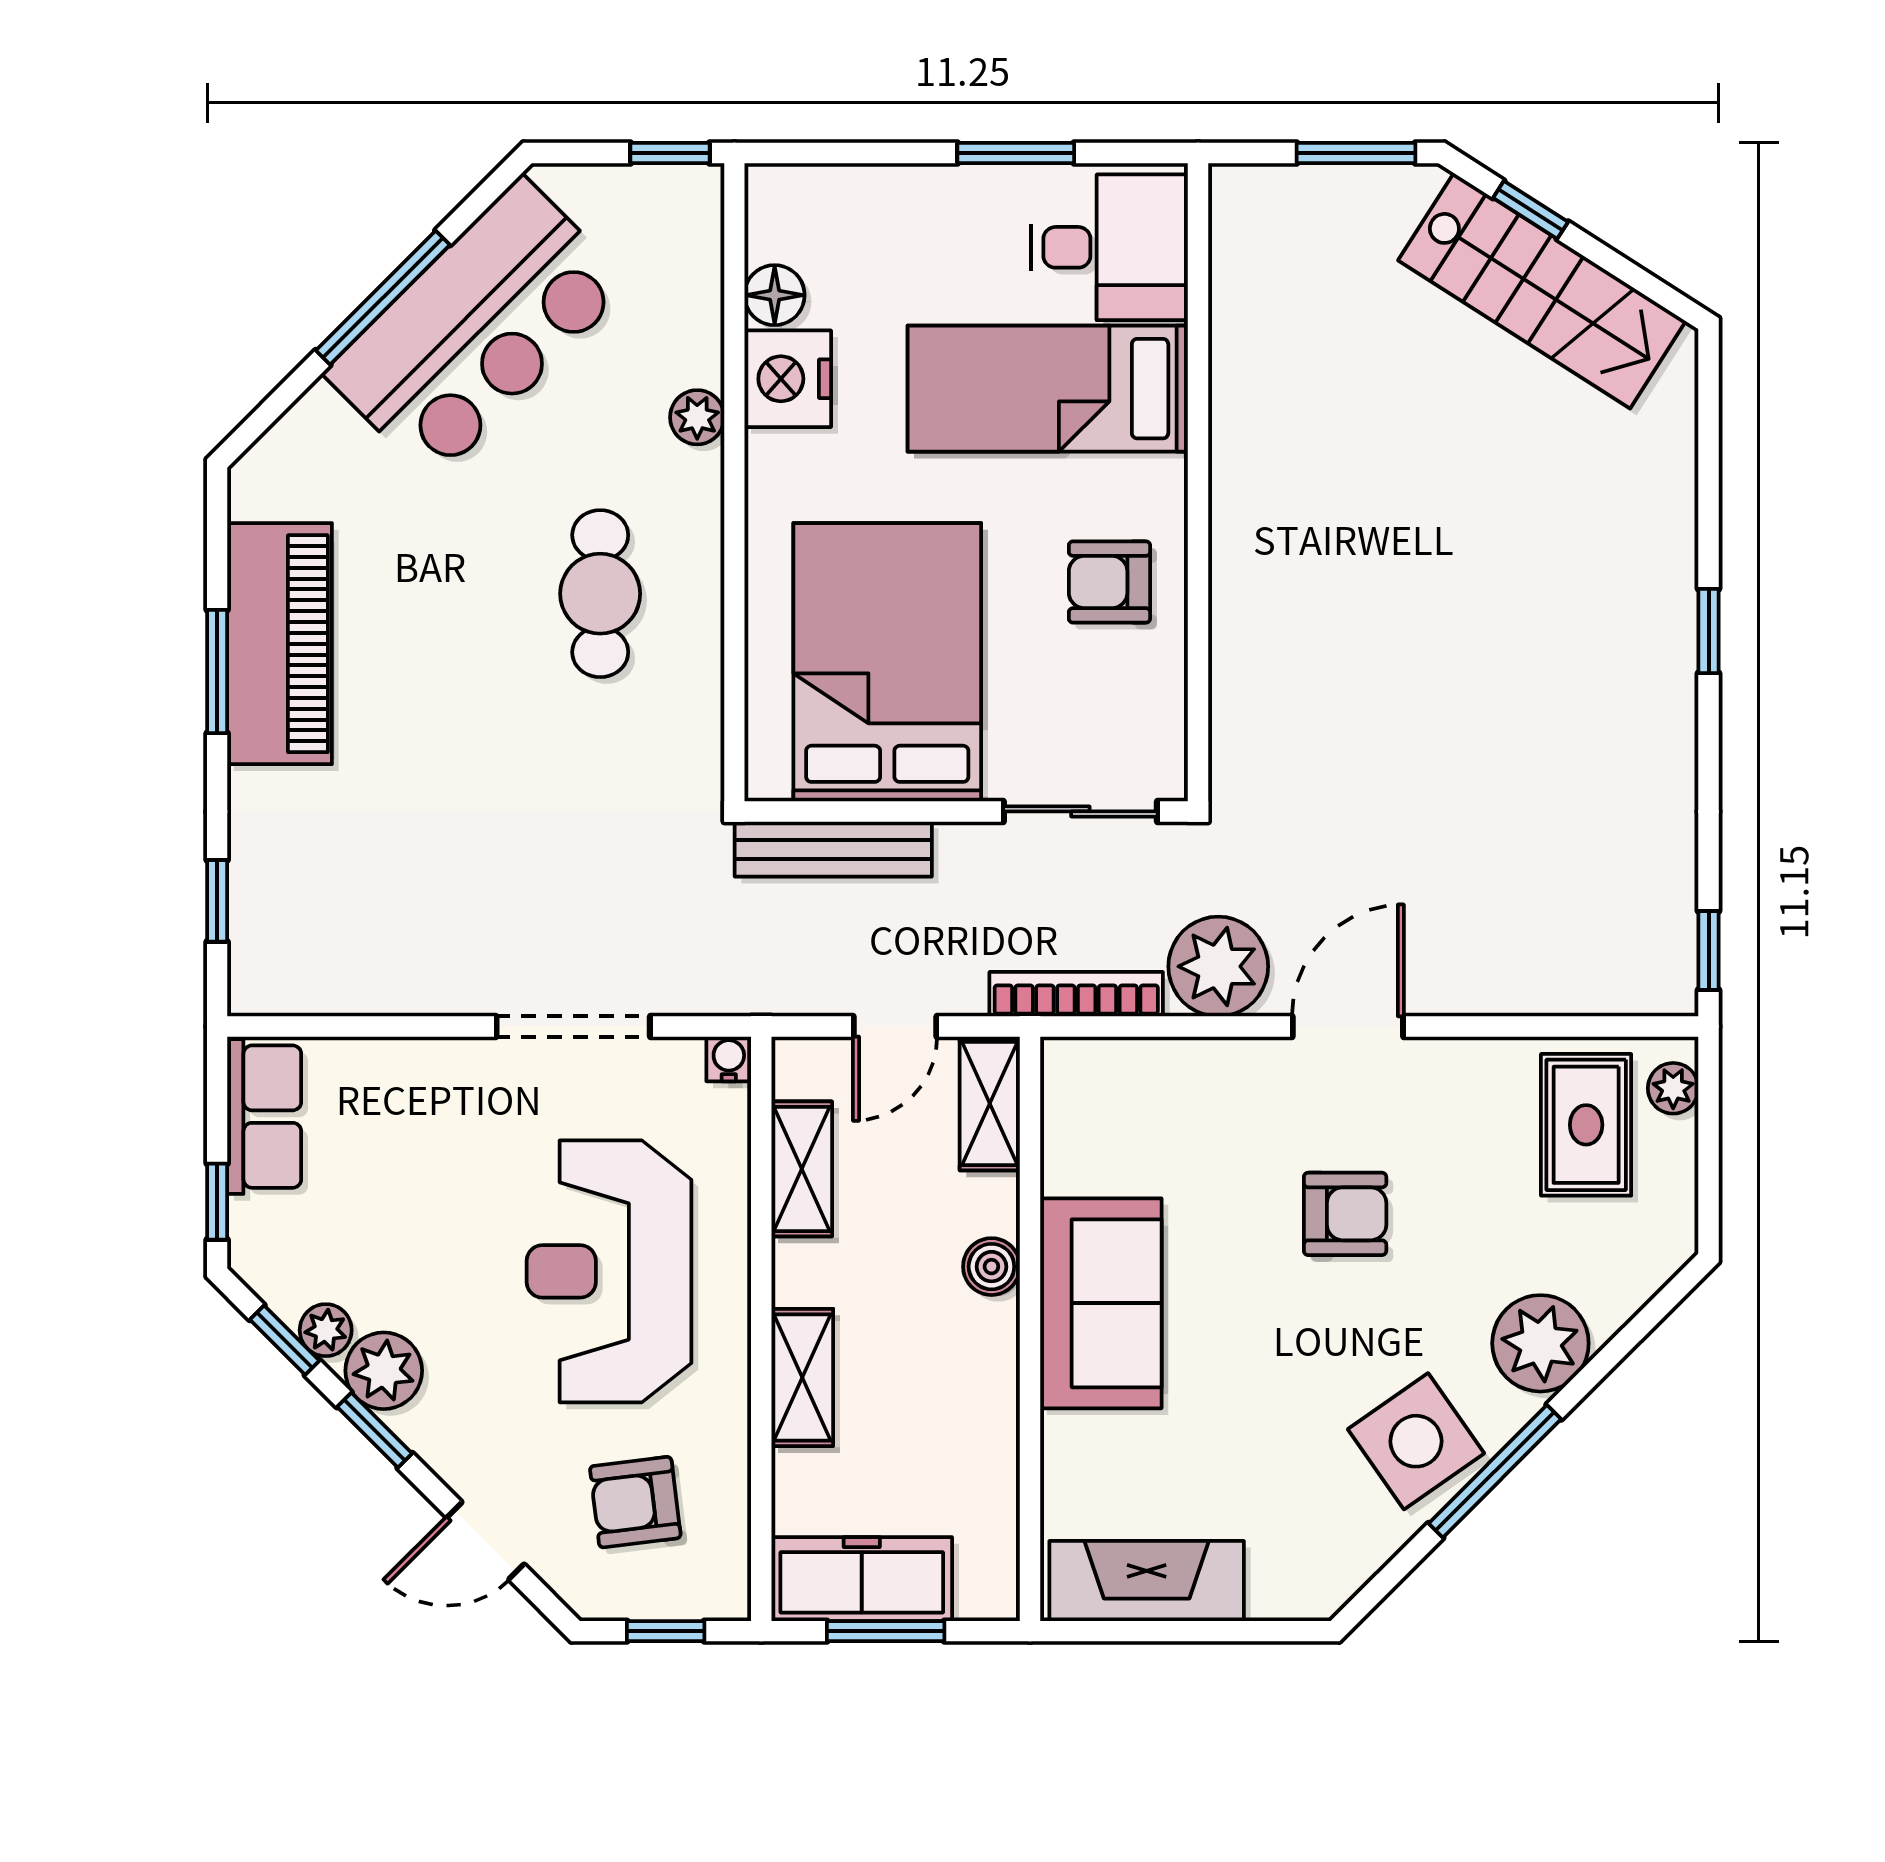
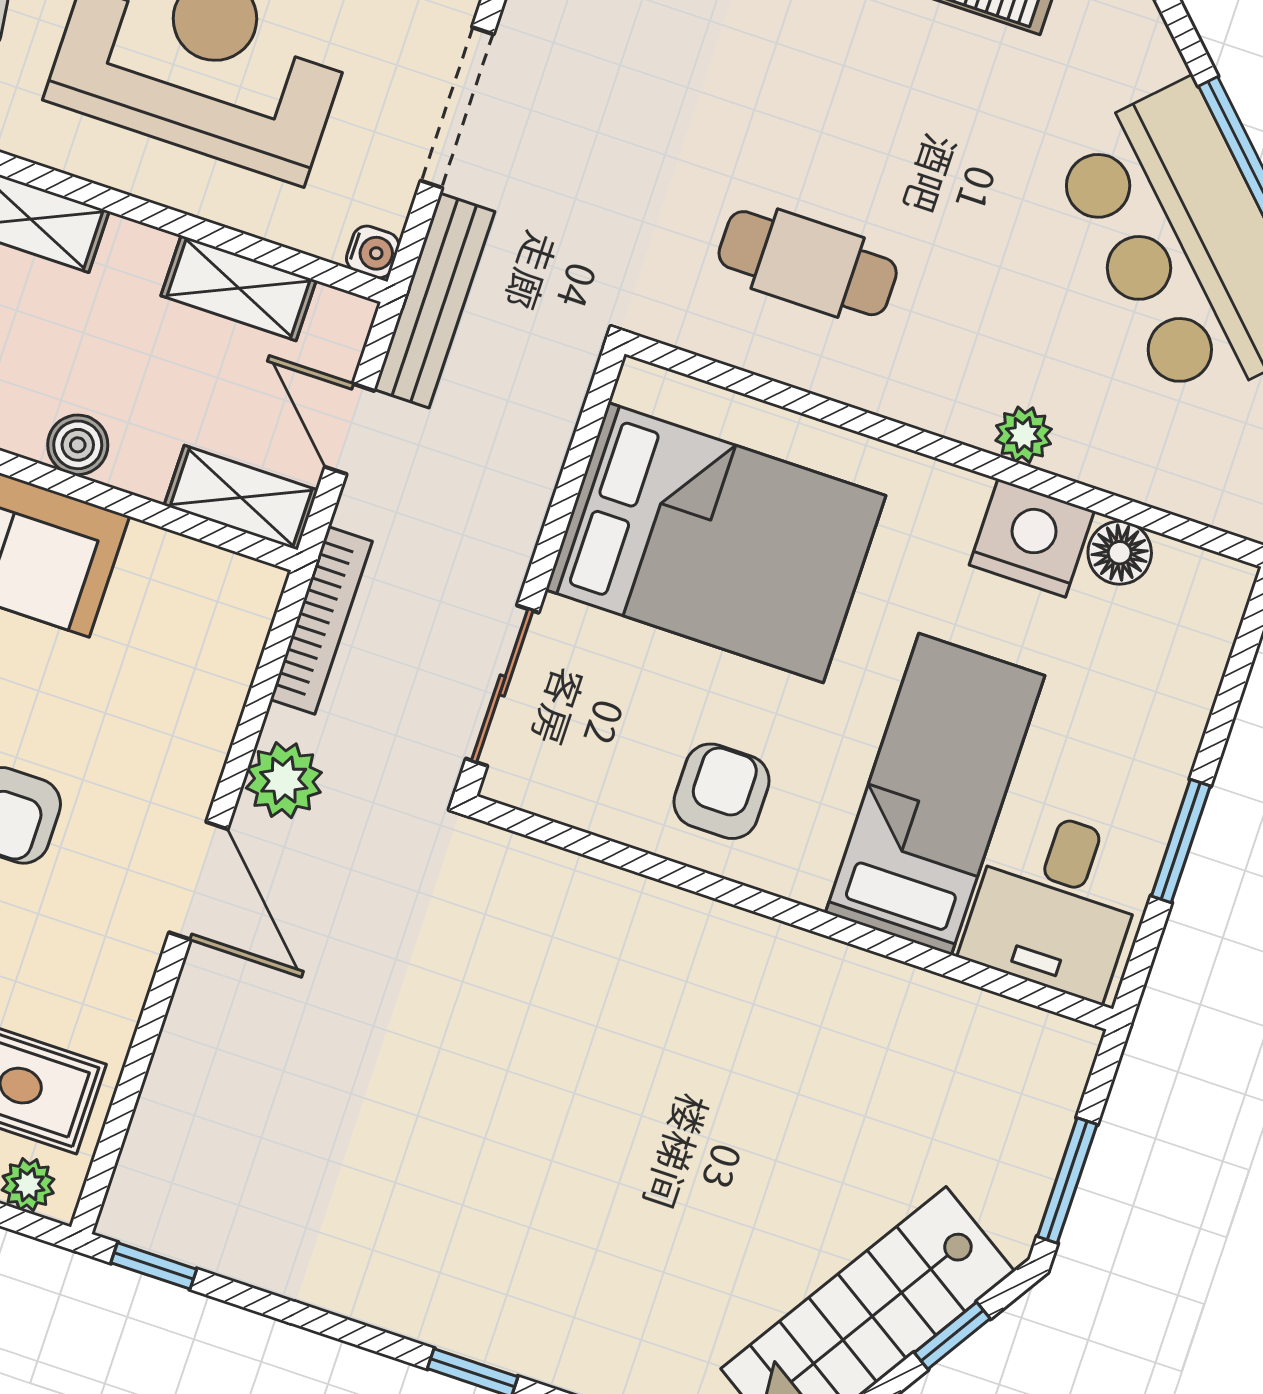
cafe table: (600, 594) -> (808, 263), moved
bench: (833, 849) -> (434, 300), moved
plant: (1218, 966) -> (284, 780), width x0.73, depth x0.73

